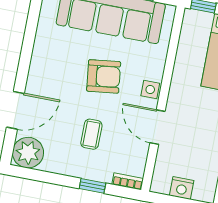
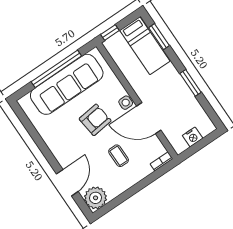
door: (157, 127) -> (149, 118), width x1.36
window: (92, 186) -> (146, 182), removed

